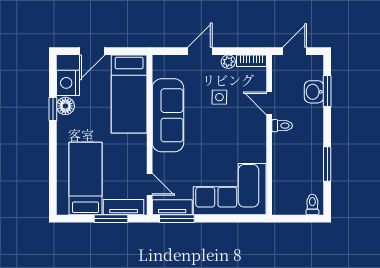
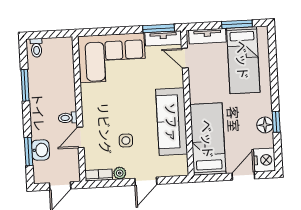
nightstand: (68, 83) -> (265, 160), moved
door: (269, 103) -> (81, 137), swing flipped
window: (111, 219) -> (237, 24), moved

